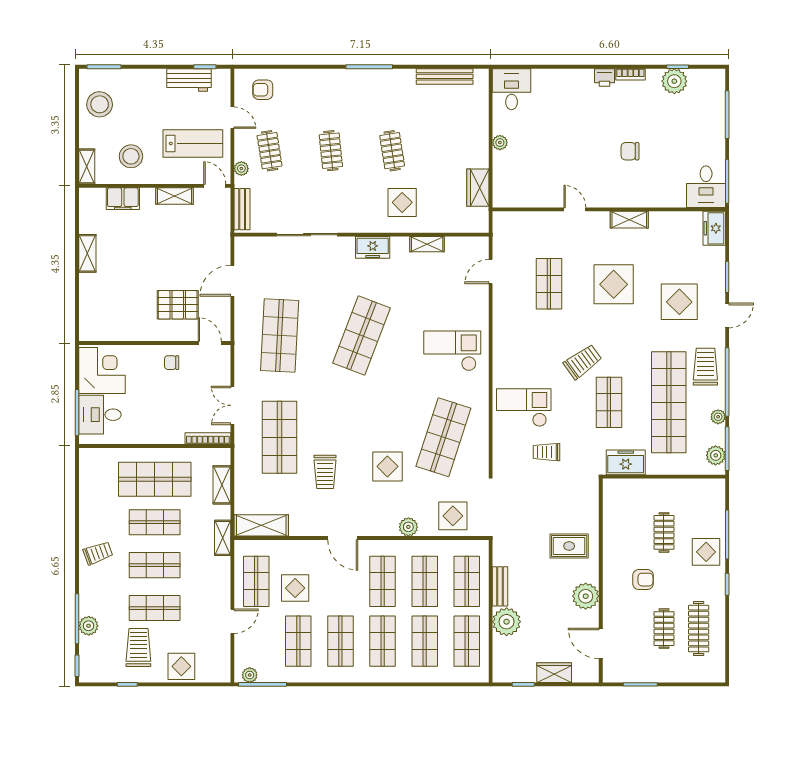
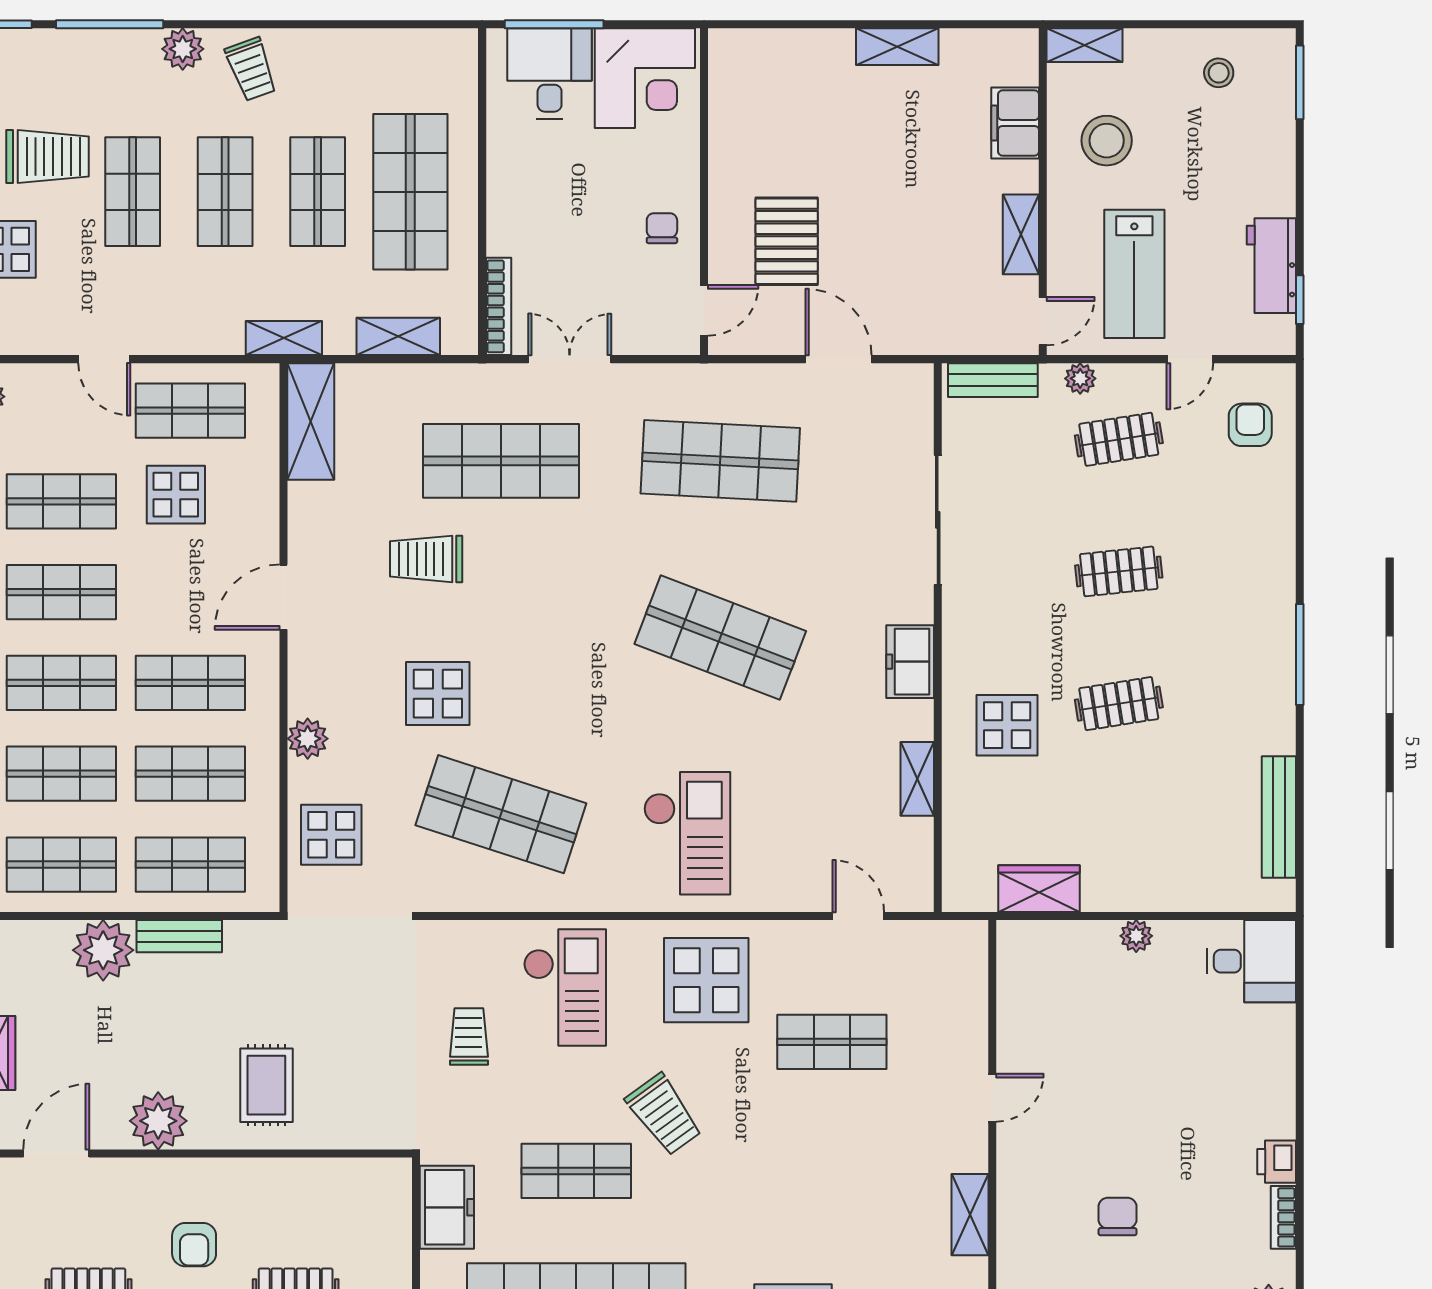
stool: (100, 104) -> (1219, 73), width x0.53, depth x0.53
display table: (614, 284) -> (706, 980), moved
plant: (89, 626) -> (183, 49), moved

